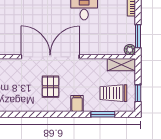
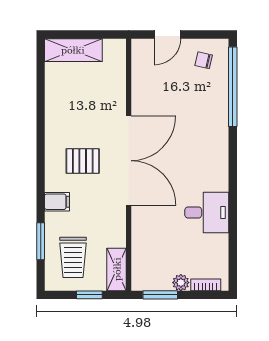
plant: (130, 50) -> (181, 283), moved
trolley: (113, 93) -> (73, 257), turned 180
window: (138, 93) -> (89, 295), moved

